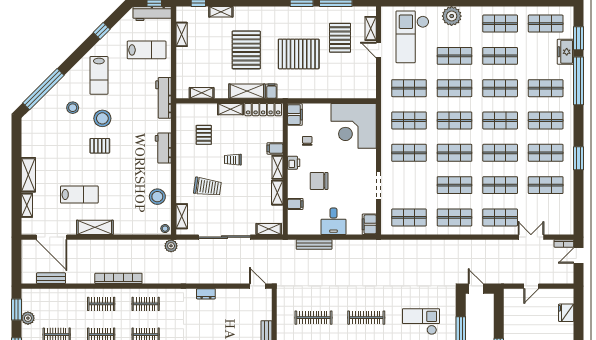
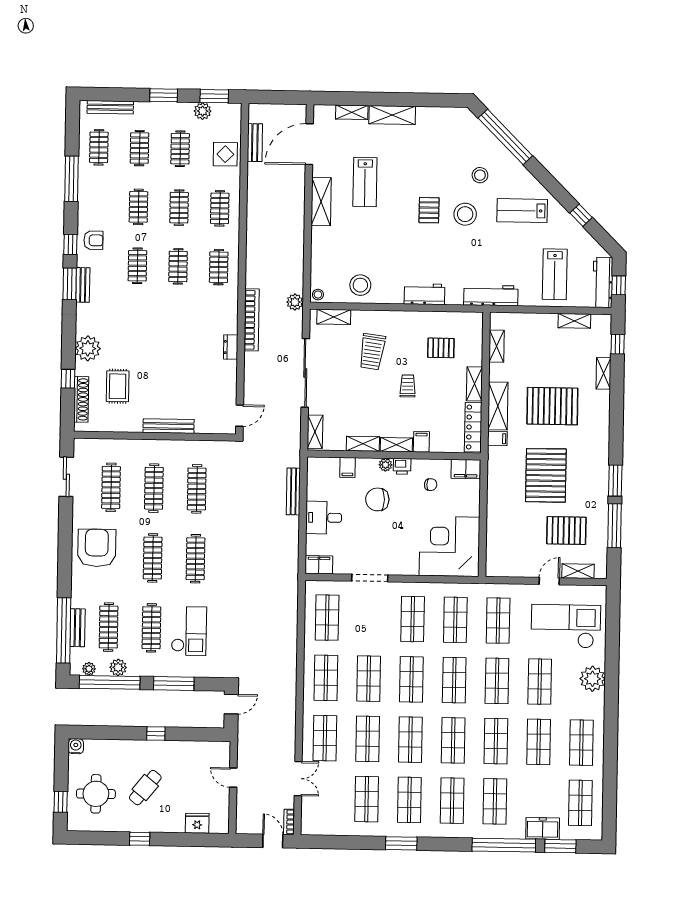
plant: (293, 175) -> (385, 465), added
chair: (319, 181) -> (377, 499), turned -90
bookcase: (118, 278) -> (252, 320), moved
display table: (60, 300) -> (225, 154), added

